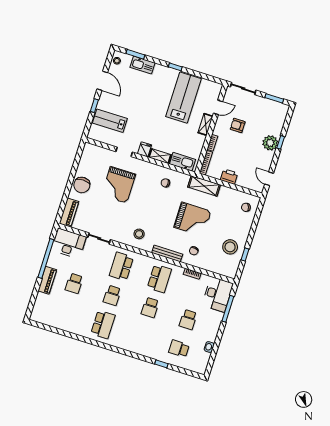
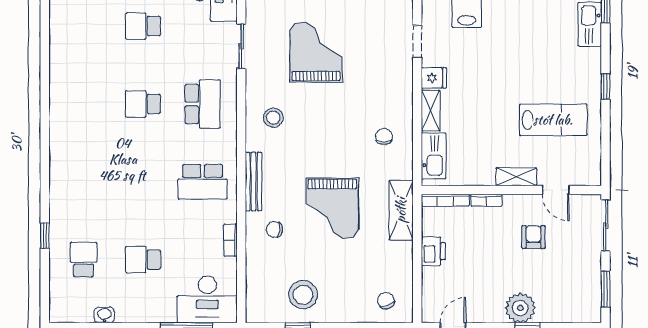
lab bench: (183, 98) -> (553, 120), width x0.73, depth x0.72
grand piano: (119, 185) -> (316, 52), moved, turned 90
school desk: (121, 266) -> (203, 104), turned 90
school desk: (150, 307) -> (143, 182), removed
school desk: (103, 324) -> (84, 104), removed

